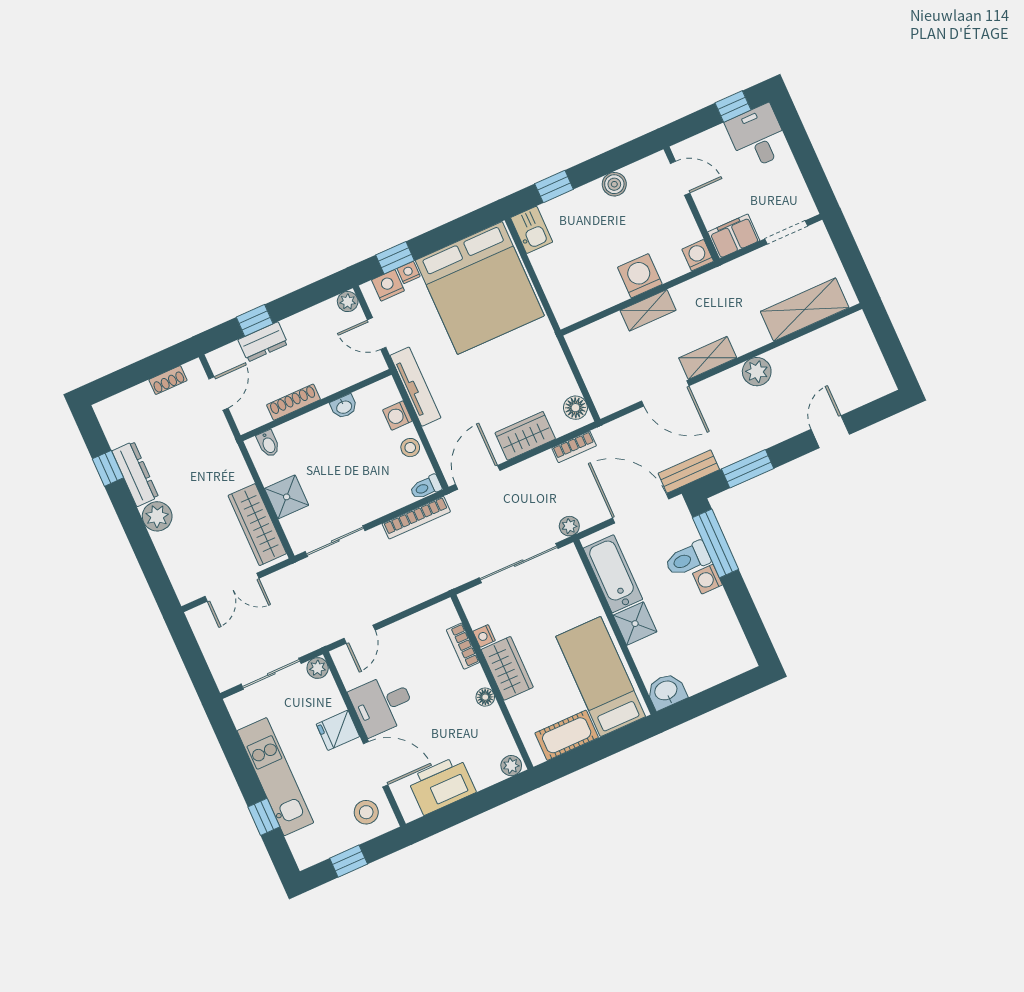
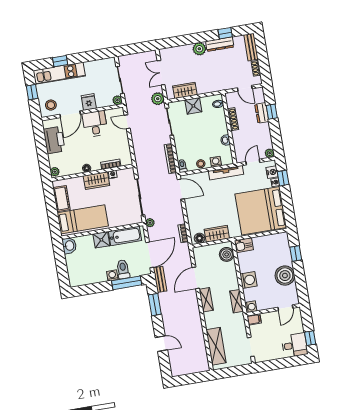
boiler: (614, 184) -> (285, 276), width x1.86, depth x1.86
kitchen sink: (532, 230) -> (244, 245), moved
filing cabinet: (734, 236) -> (254, 319), width x0.50
shelving: (648, 310) -> (237, 301), moved
boiler: (596, 339) -> (227, 254), added
plant: (757, 372) -> (158, 99), moved
bench: (124, 403) -> (251, 47), added
wardrobe: (525, 436) -> (217, 234), moved, turned -90
wardrobe: (257, 525) -> (185, 90), width x0.67
kitchen unit: (275, 777) -> (59, 73), moved

